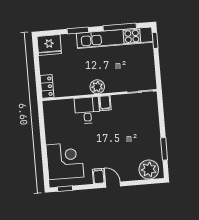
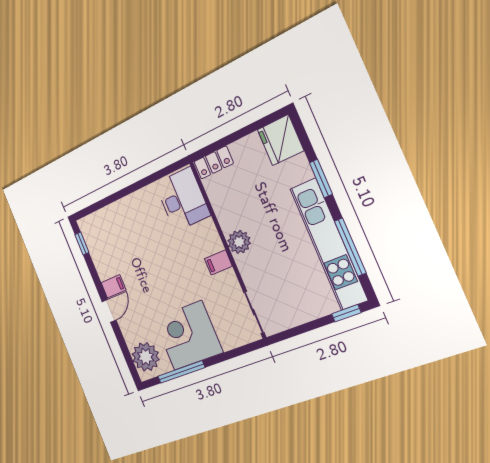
desk: (87, 110) -> (182, 199), moved, width x1.37
window: (164, 149) -> (181, 372), width x1.44
corner desk: (65, 161) -> (188, 336), moved, turned 180

